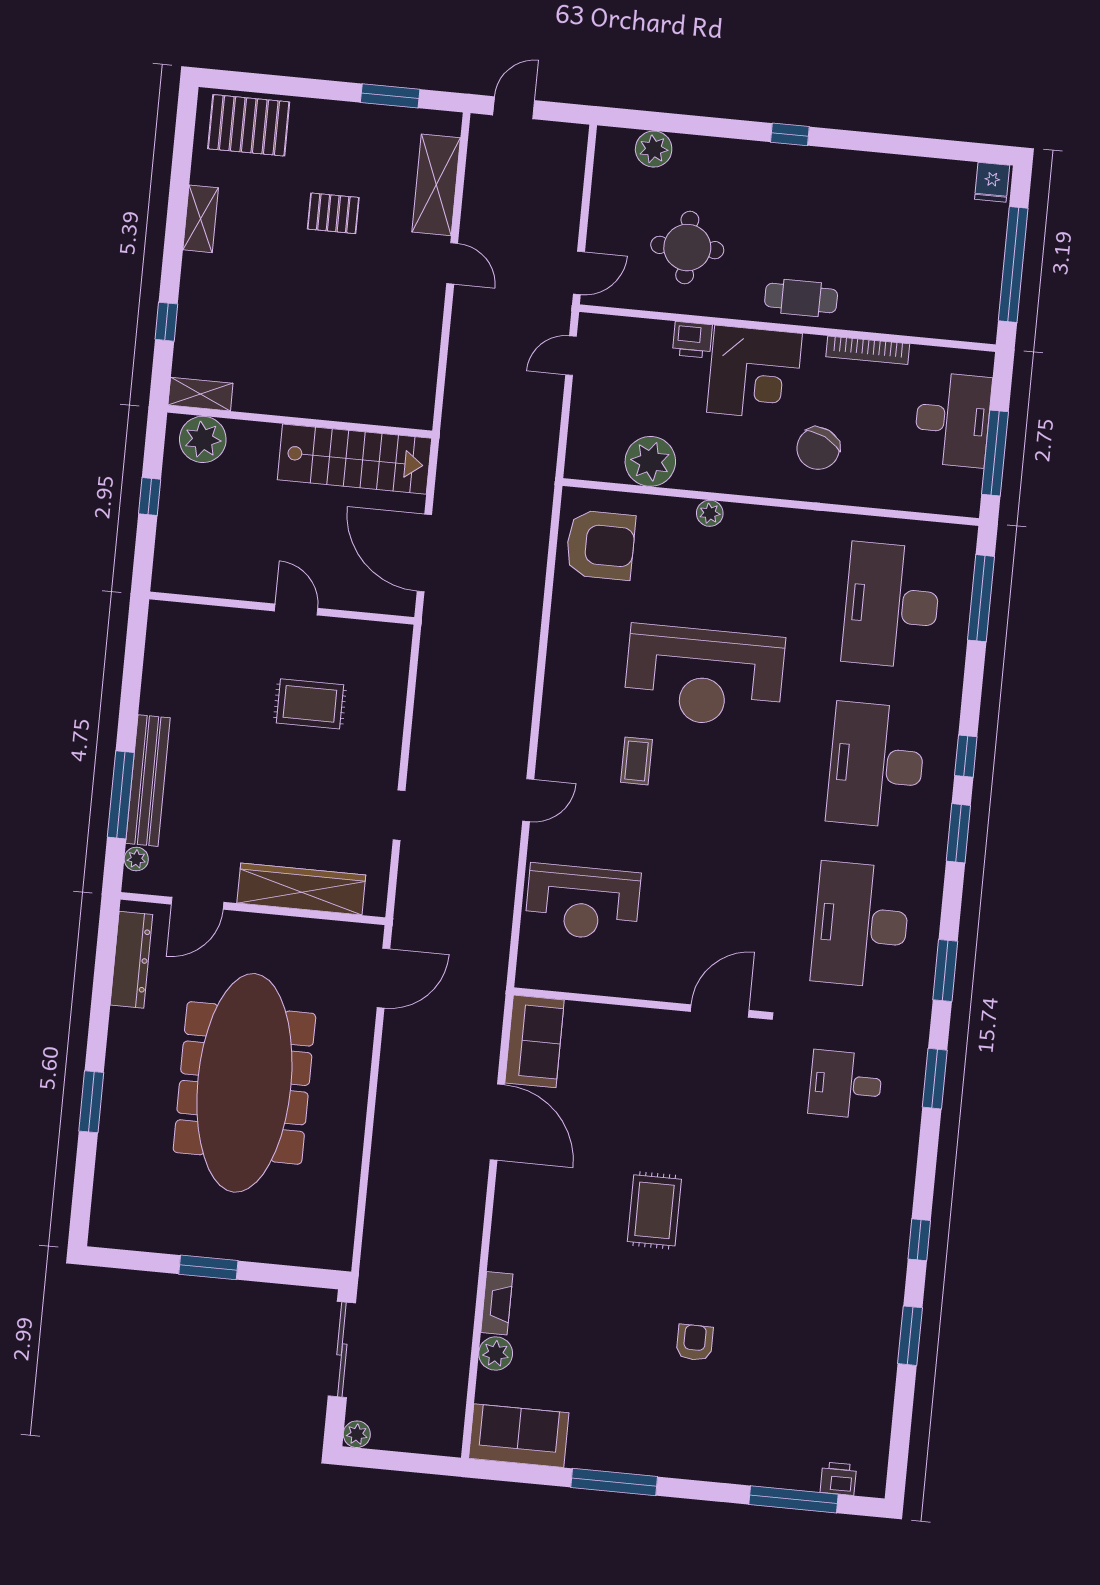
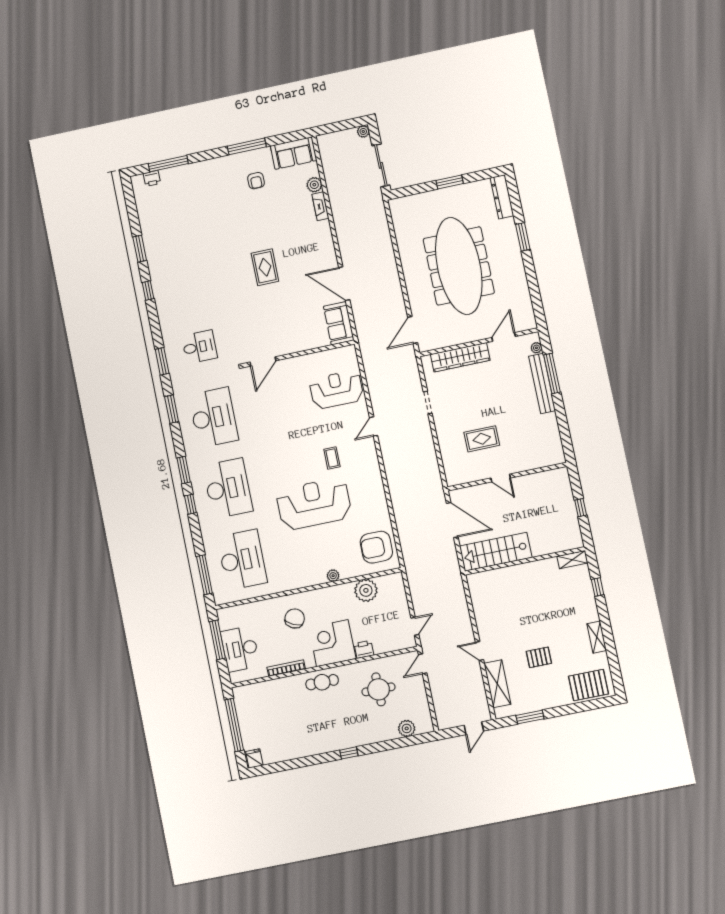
plant: (203, 439) -> (565, 540), removed
dresser: (131, 960) -> (502, 197), moved
armchair: (695, 1343) -> (256, 181), moved

